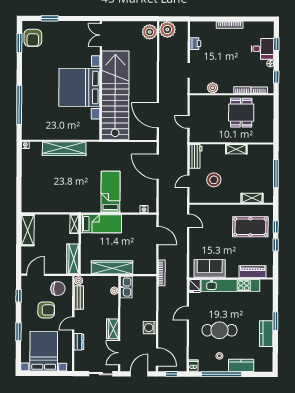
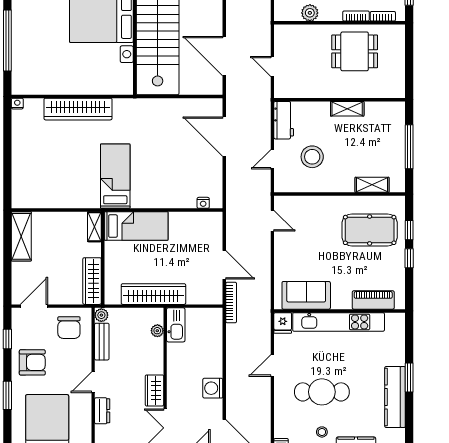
dining table: (241, 113) -> (355, 51), turned 90
bed: (111, 192) -> (115, 176), moved
door: (157, 235) -> (224, 265), moved
chair: (58, 289) -> (69, 328), turned 90
armchair: (46, 310) -> (32, 362), moved
kitchen counter: (266, 334) -> (395, 397), width x1.50

